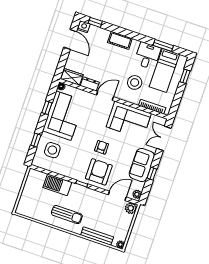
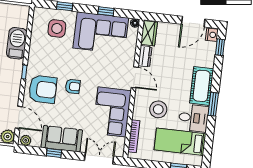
cot: (120, 40) -> (202, 86), width x1.37, depth x1.34
window: (163, 45) -> (213, 104), moved

